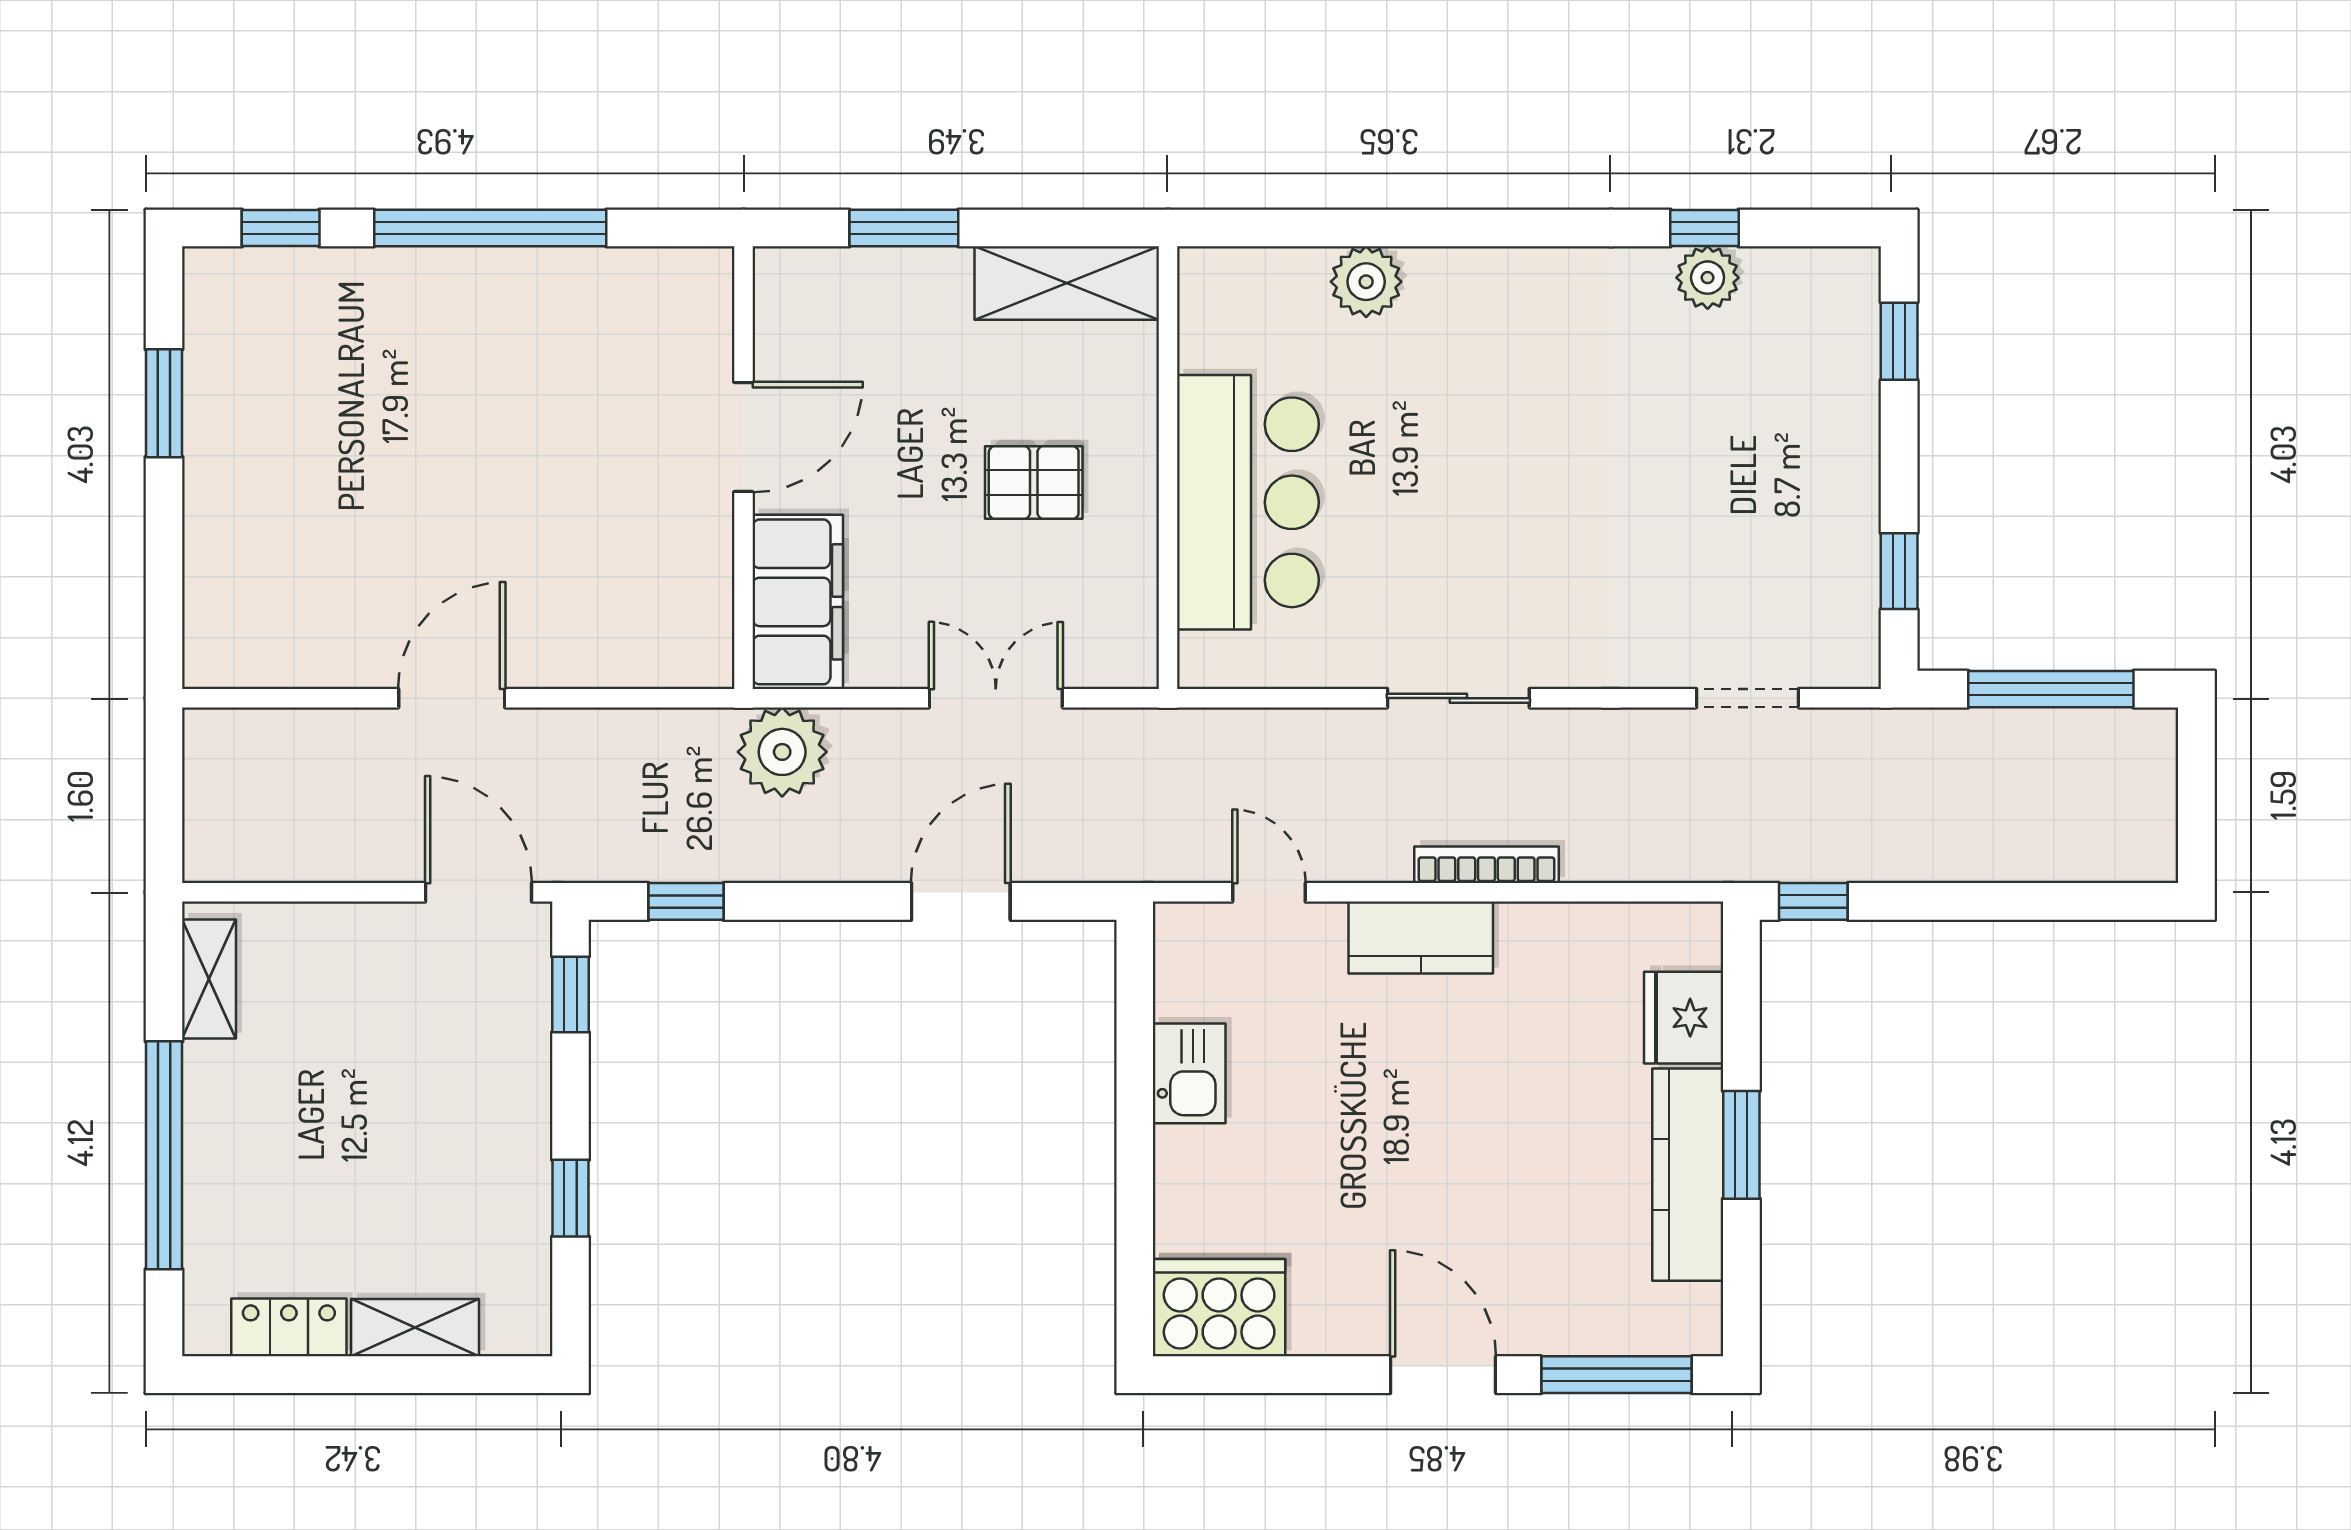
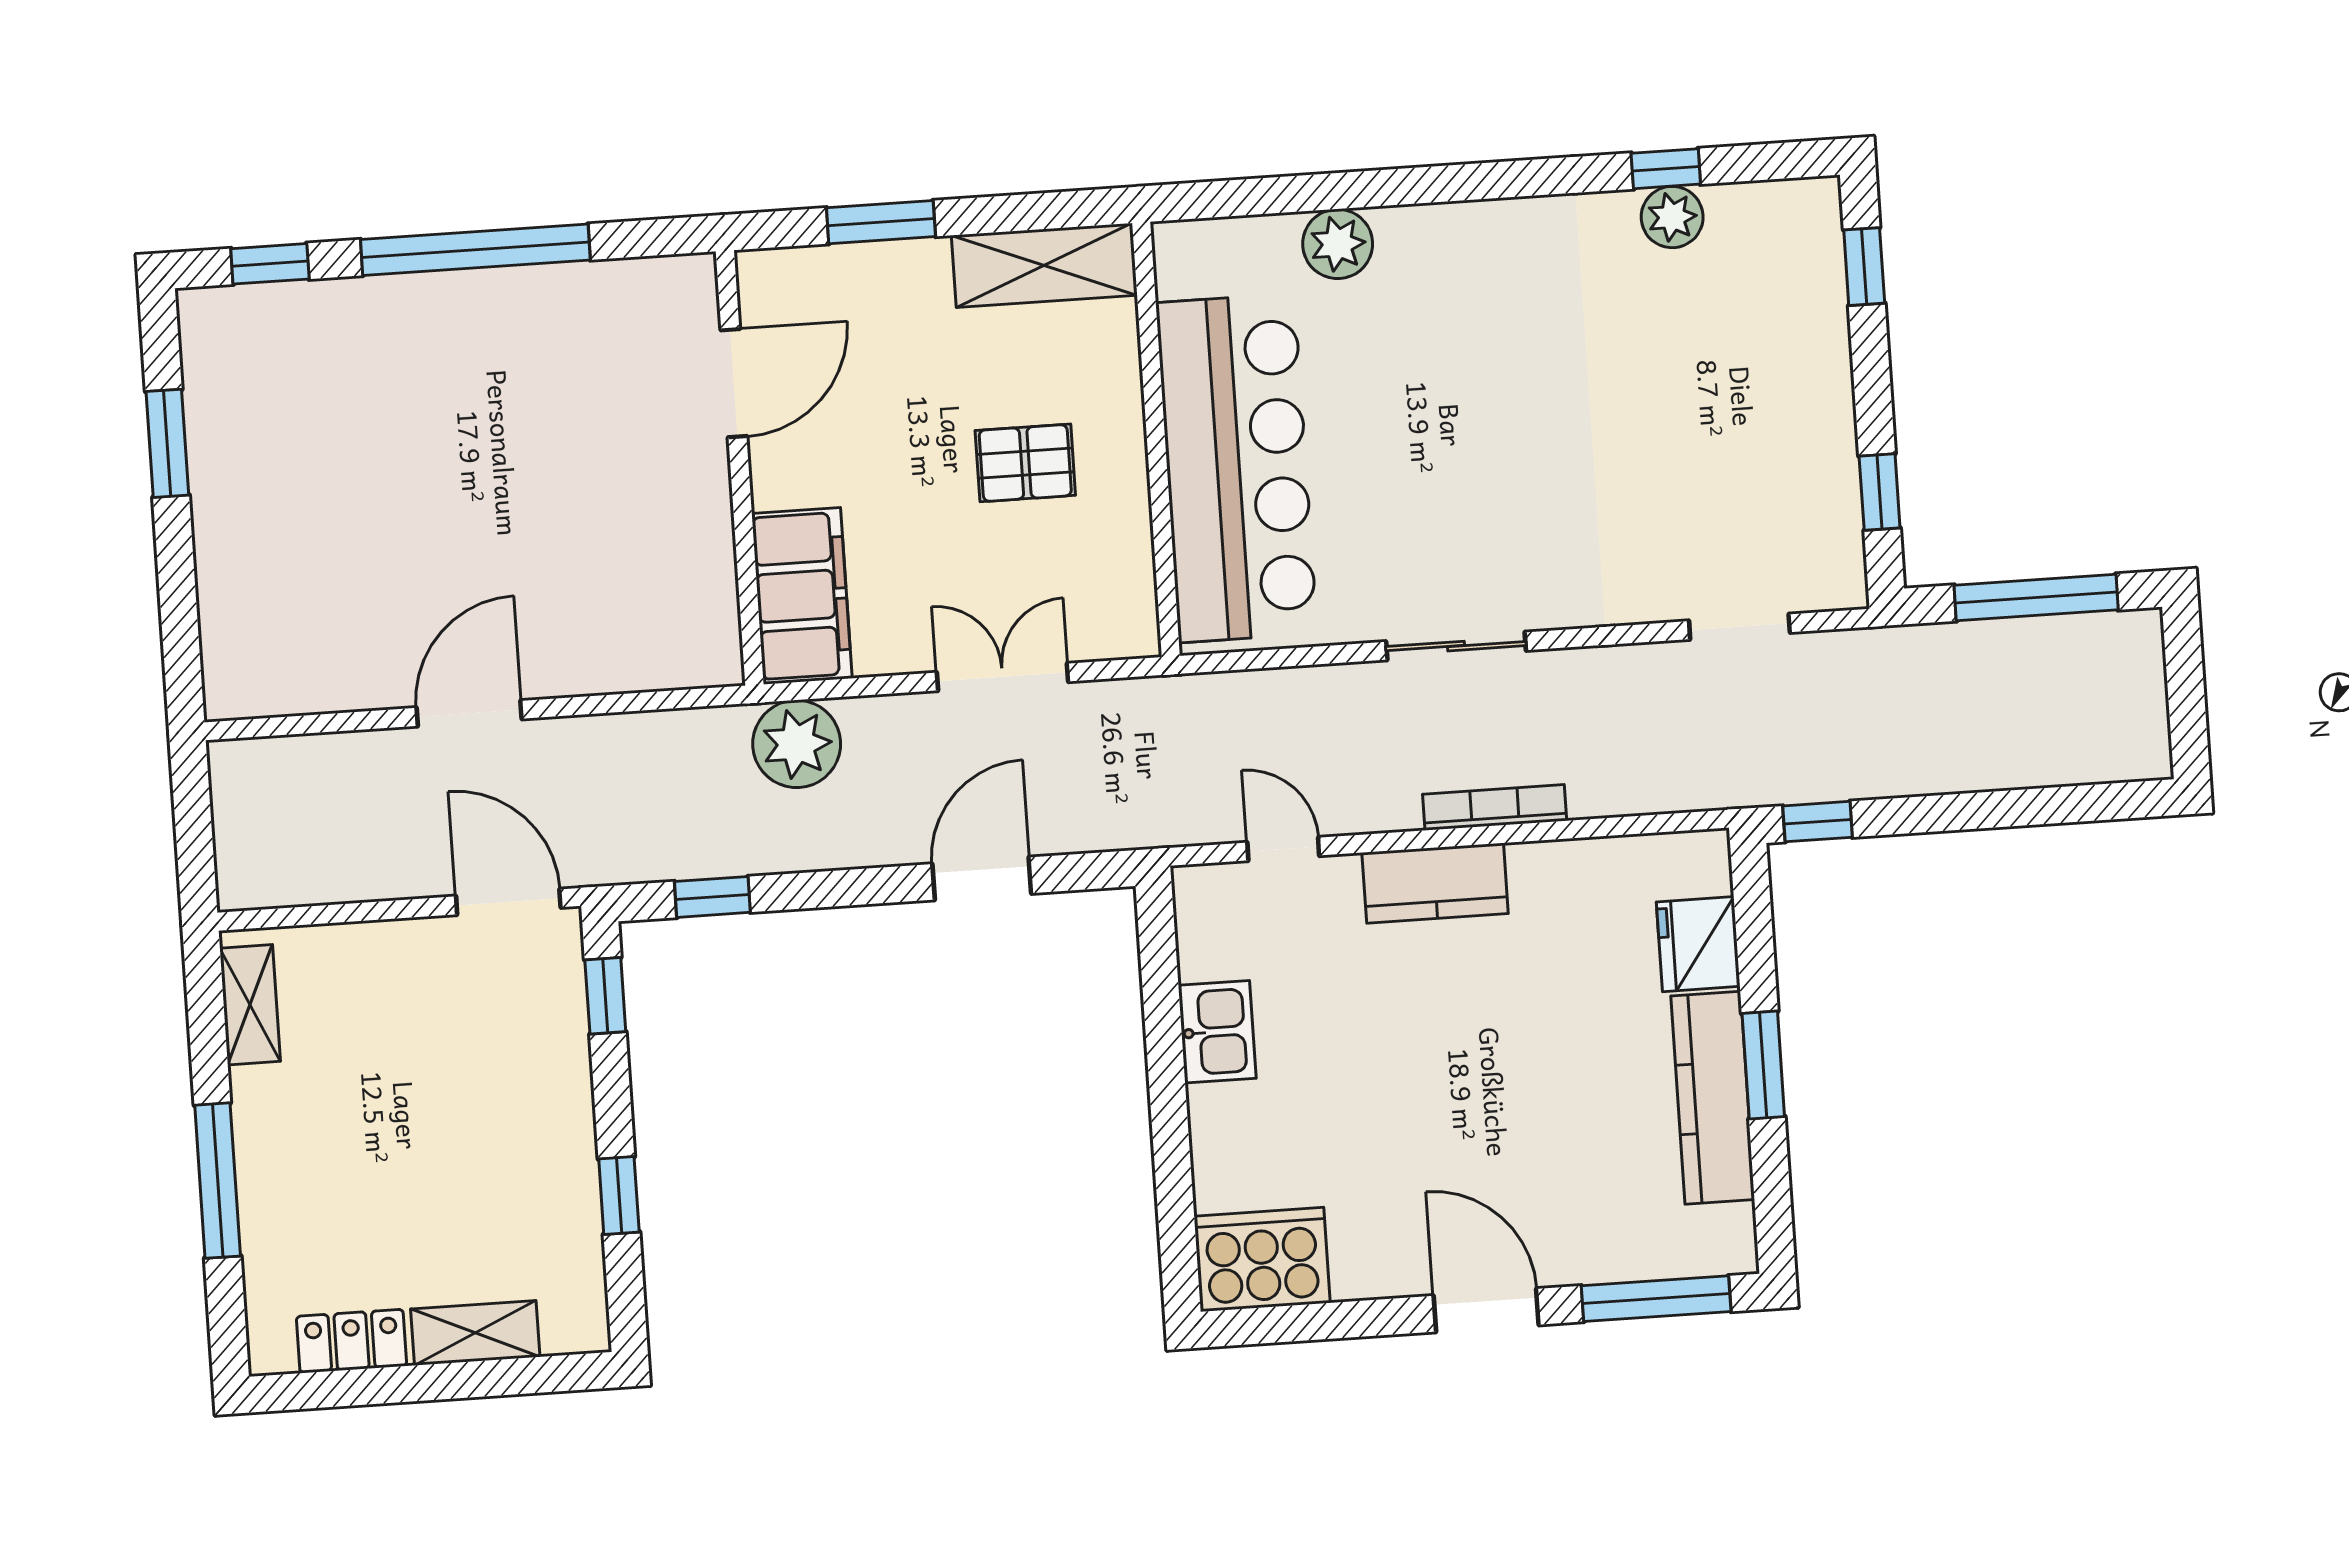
door: (743, 437) -> (734, 383), moved
bar counter: (1248, 502) -> (1237, 468), width x1.36
window: (164, 1155) -> (218, 1181), width x0.68

